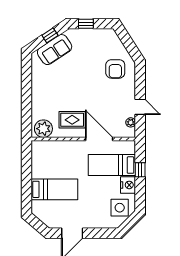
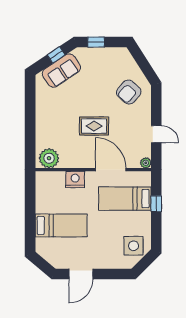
armchair: (115, 69) -> (129, 92), turned 42
rug: (72, 120) -> (94, 126), moved
plant: (131, 122) -> (146, 163), moved
nightstand: (128, 185) -> (75, 179), moved, turned -90

